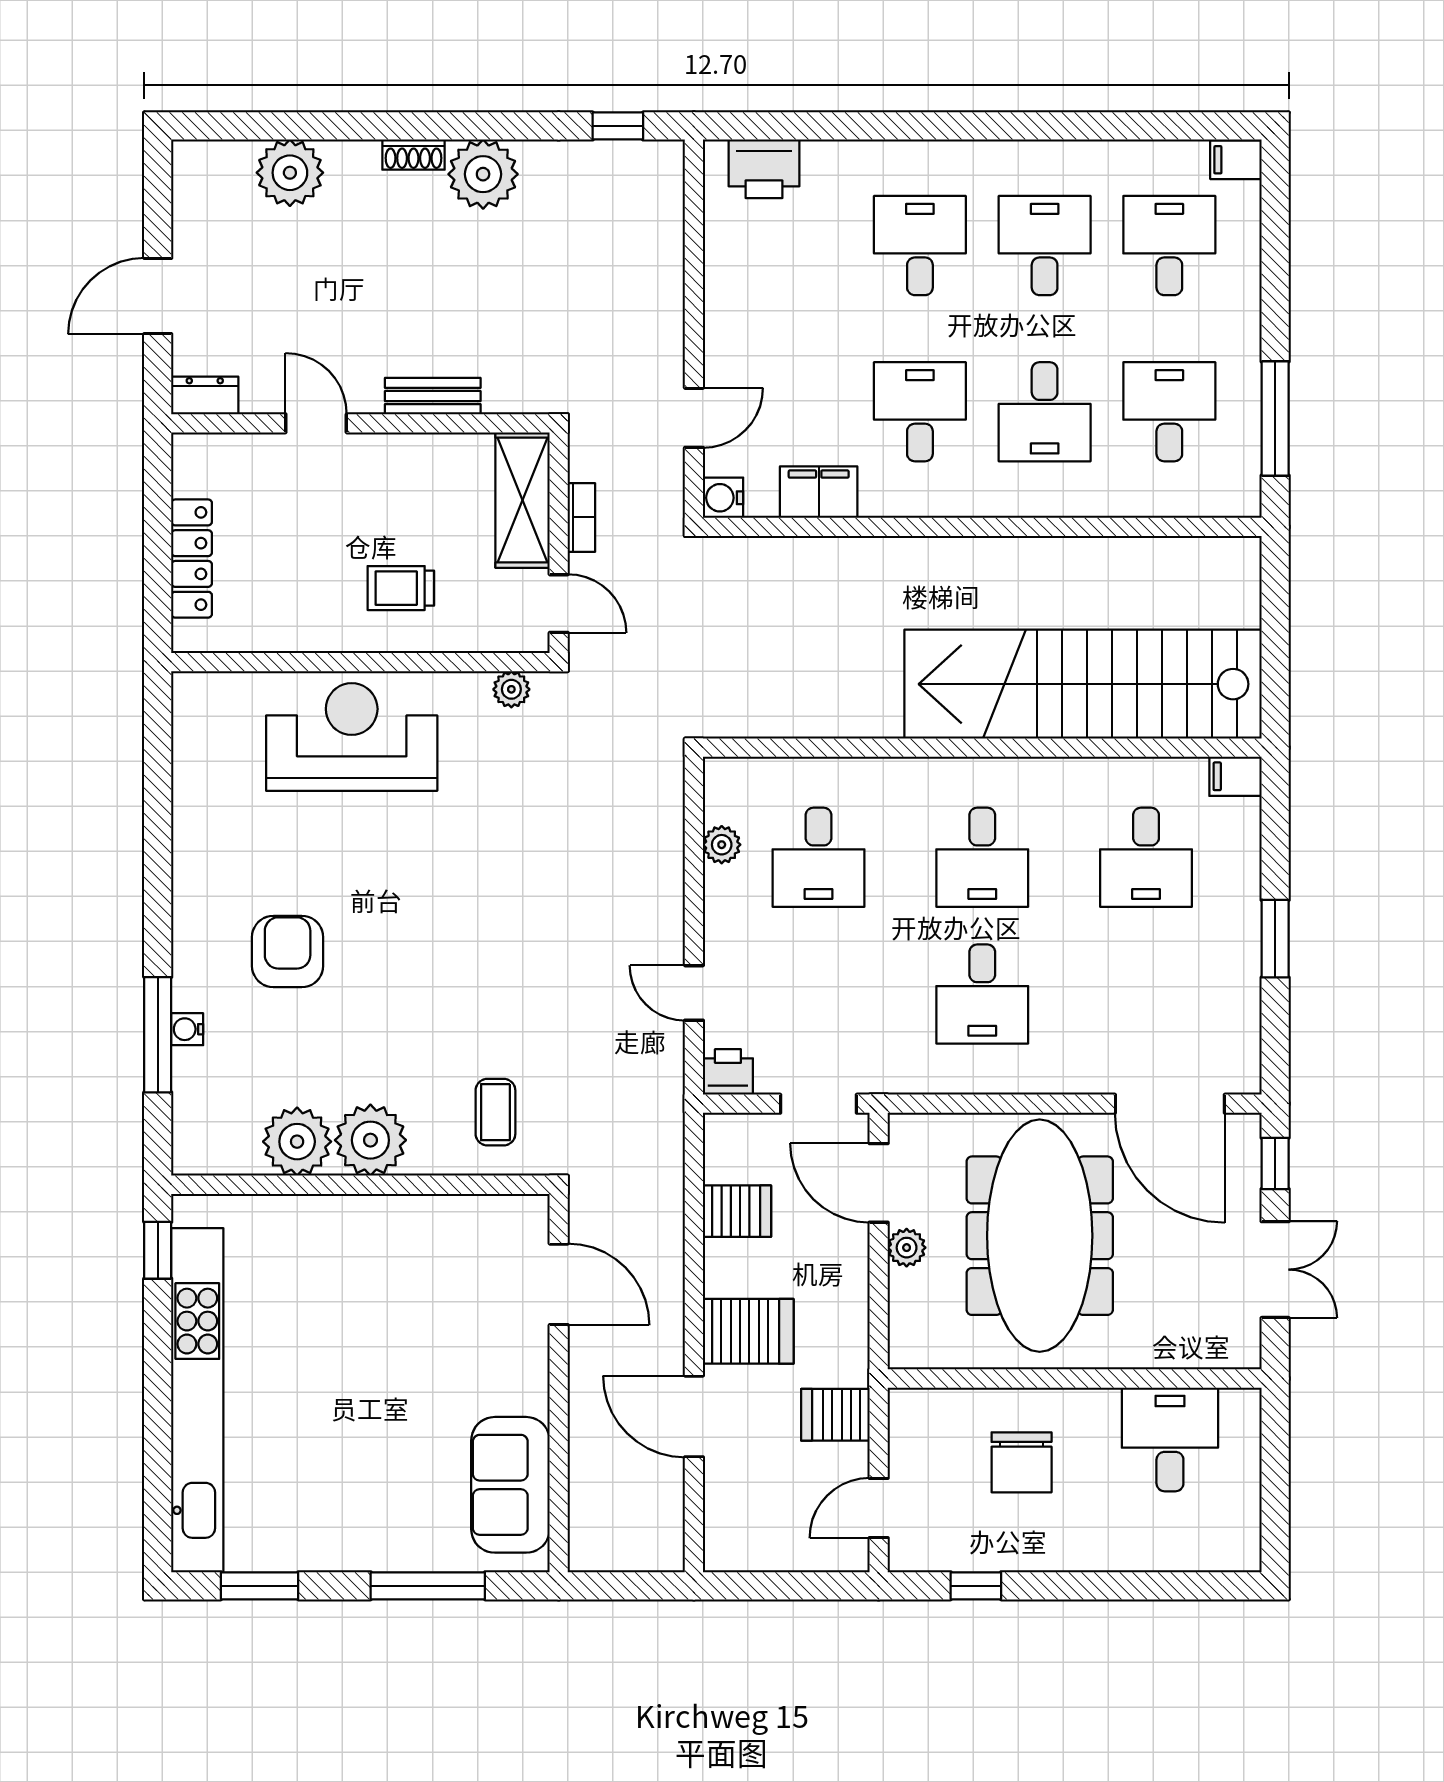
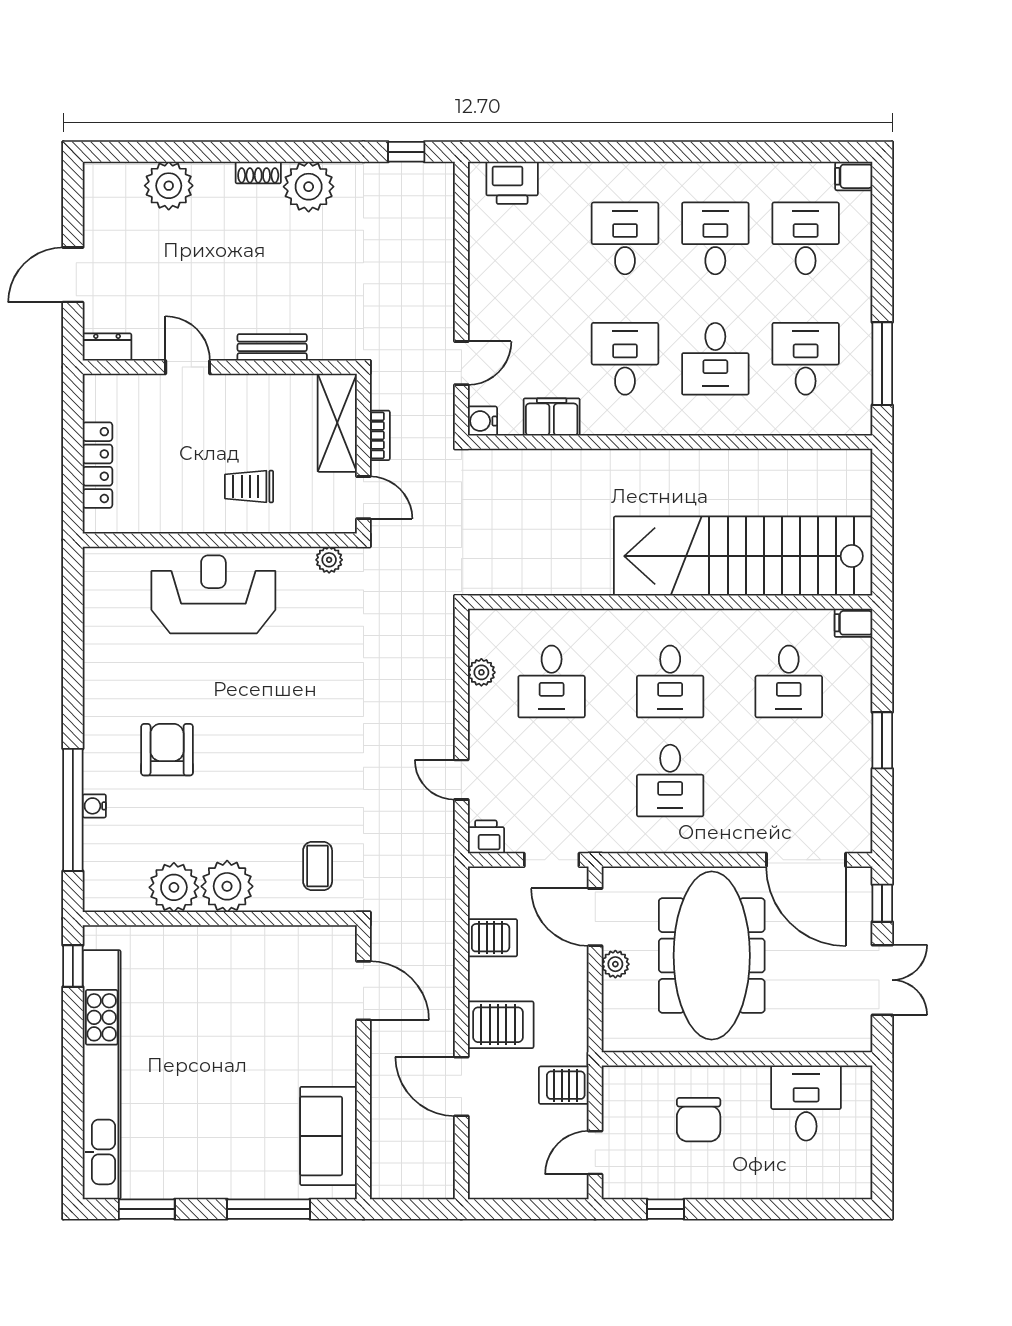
window: (158, 1035) -> (73, 810), width x1.46

